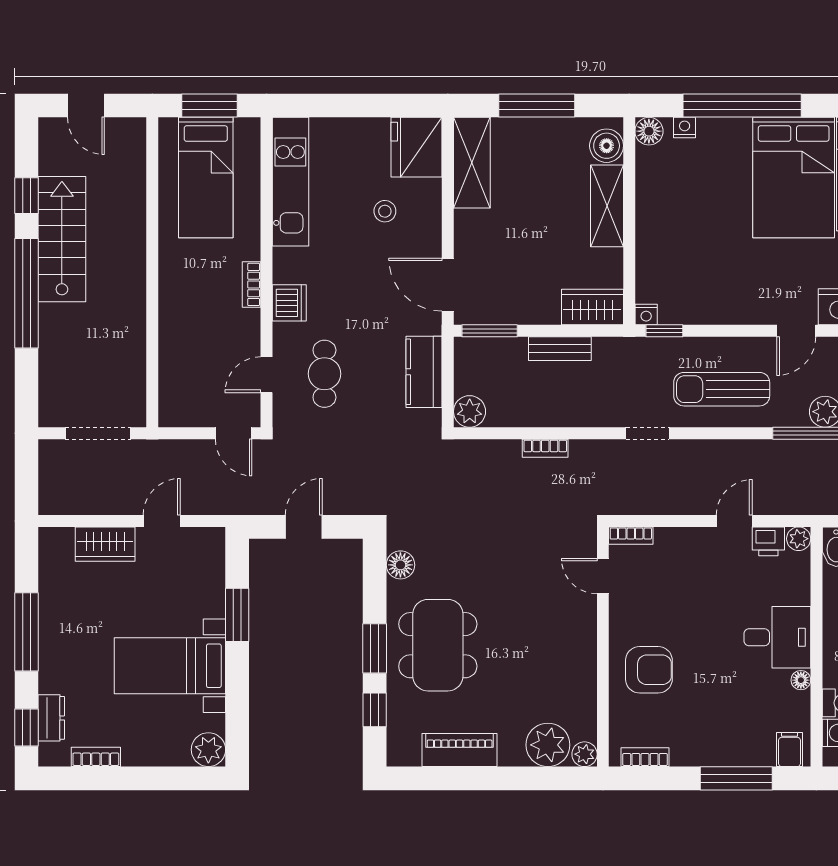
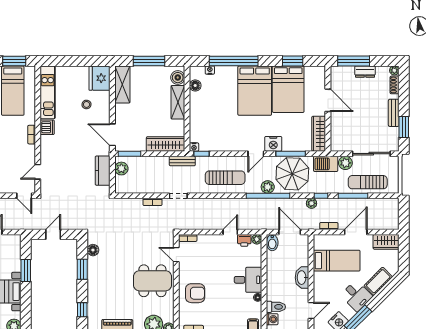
floor lamp: (649, 131) -> (195, 85), moved
dishwasher: (289, 303) -> (47, 127), moved
wardrobe: (592, 307) -> (166, 144), width x1.50
bench: (560, 349) -> (182, 161), moved
cafe table: (324, 374) -> (62, 171), removed
sun lounger: (722, 389) -> (225, 178), turned 180
plant: (470, 411) -> (121, 169), moved
doorway: (647, 433) -> (178, 196), moved
dining table: (438, 645) -> (152, 281), moved, turned 90
window: (375, 648) -> (82, 269), moved

